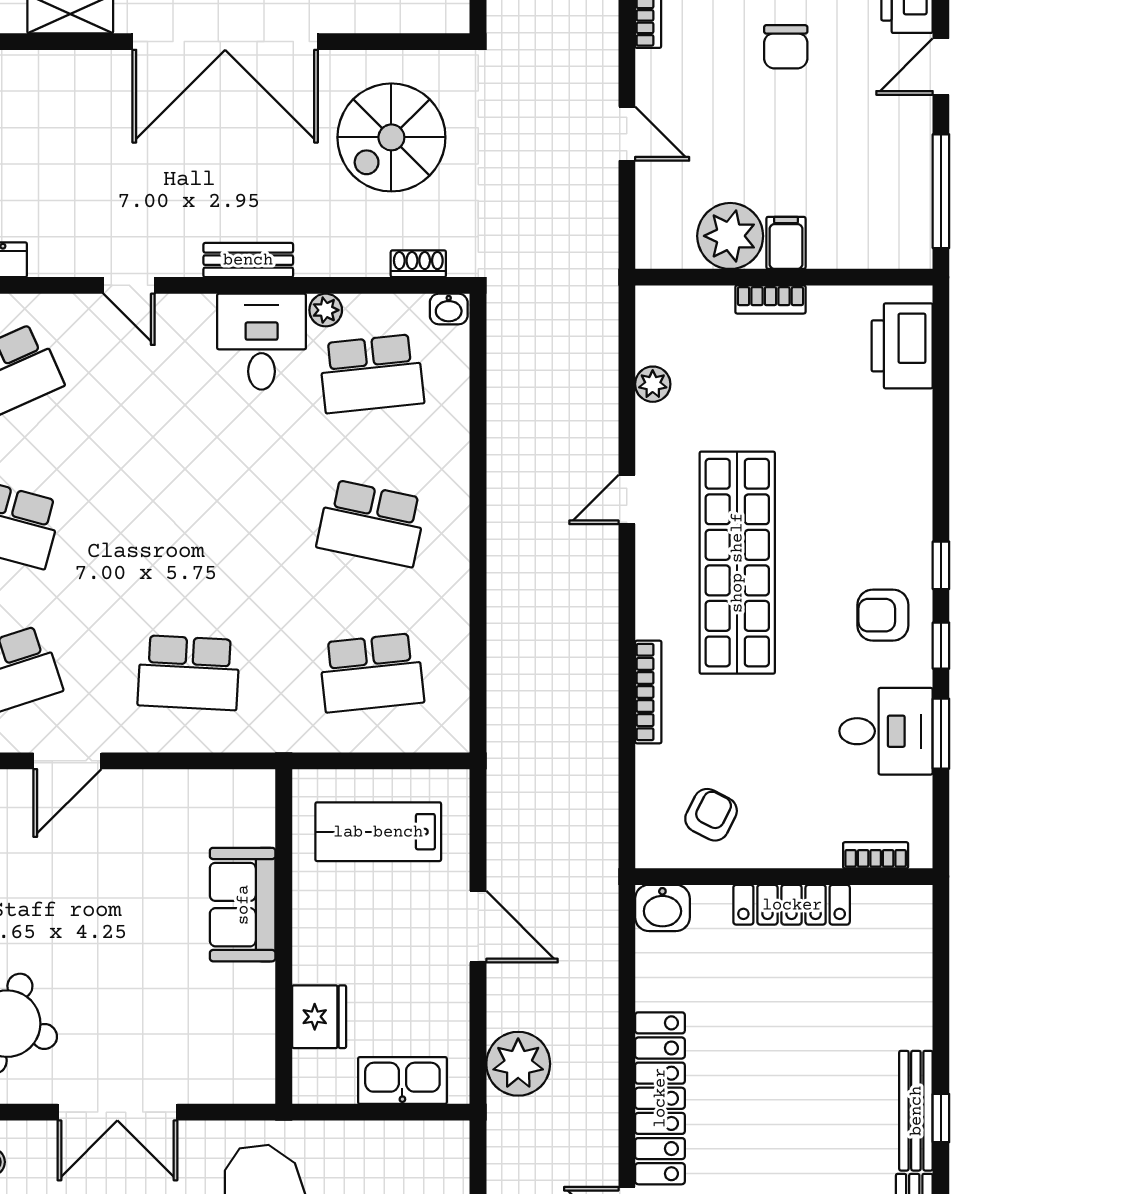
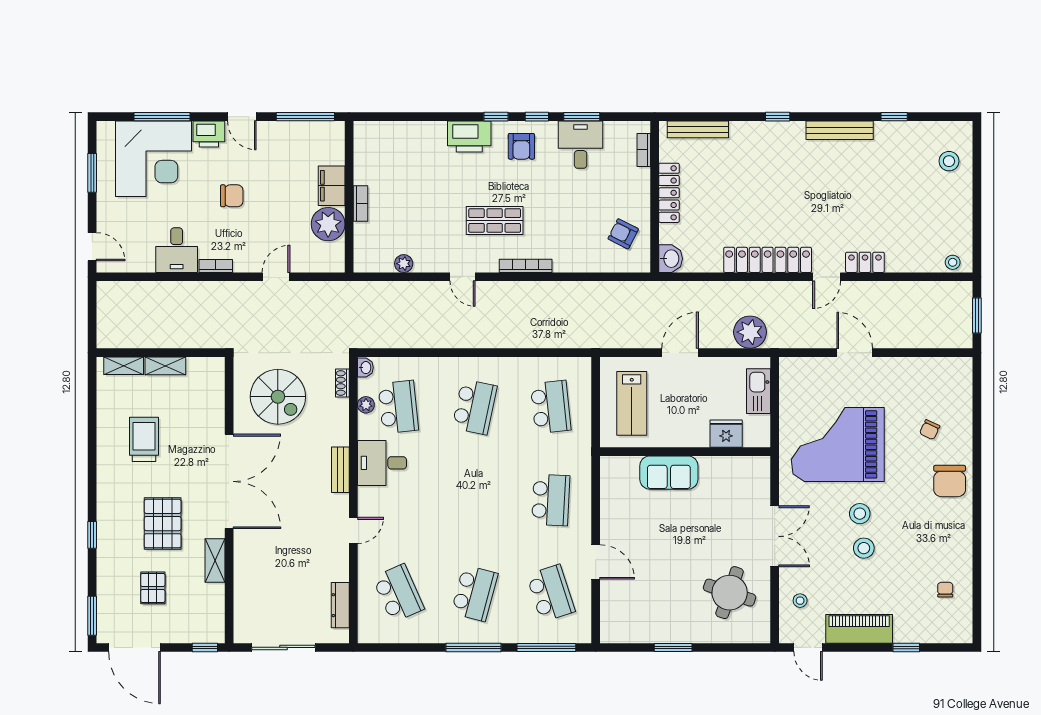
filing cabinet: (786, 243) -> (332, 186), width x2.00
plant: (326, 310) -> (366, 405), moved
printer: (902, 346) -> (469, 136), moved
shop shelf: (737, 563) -> (495, 220), width x0.50, depth x0.74
bookcase: (648, 692) -> (526, 266), moved
bench: (916, 1111) -> (698, 129), moved

